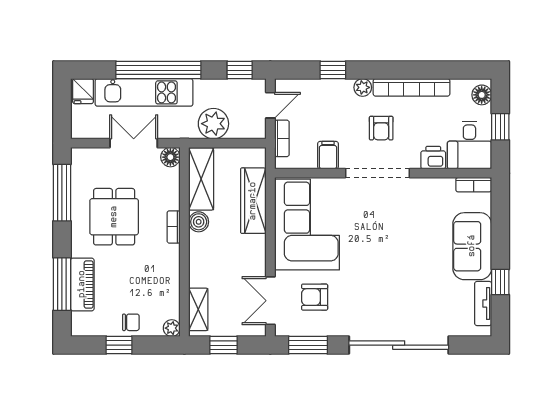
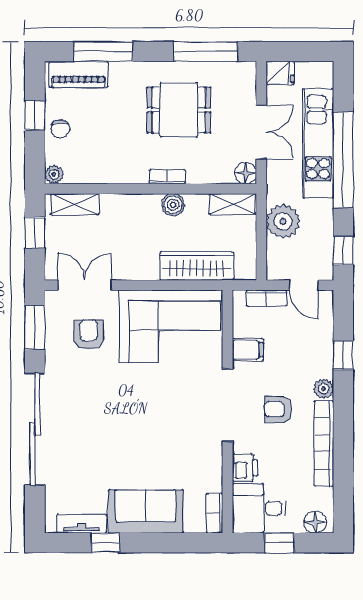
fridge: (83, 91) -> (280, 73), moved, turned 180
shelving: (201, 179) -> (233, 204), width x0.67, depth x0.75
piano: (82, 284) -> (78, 74), moved

